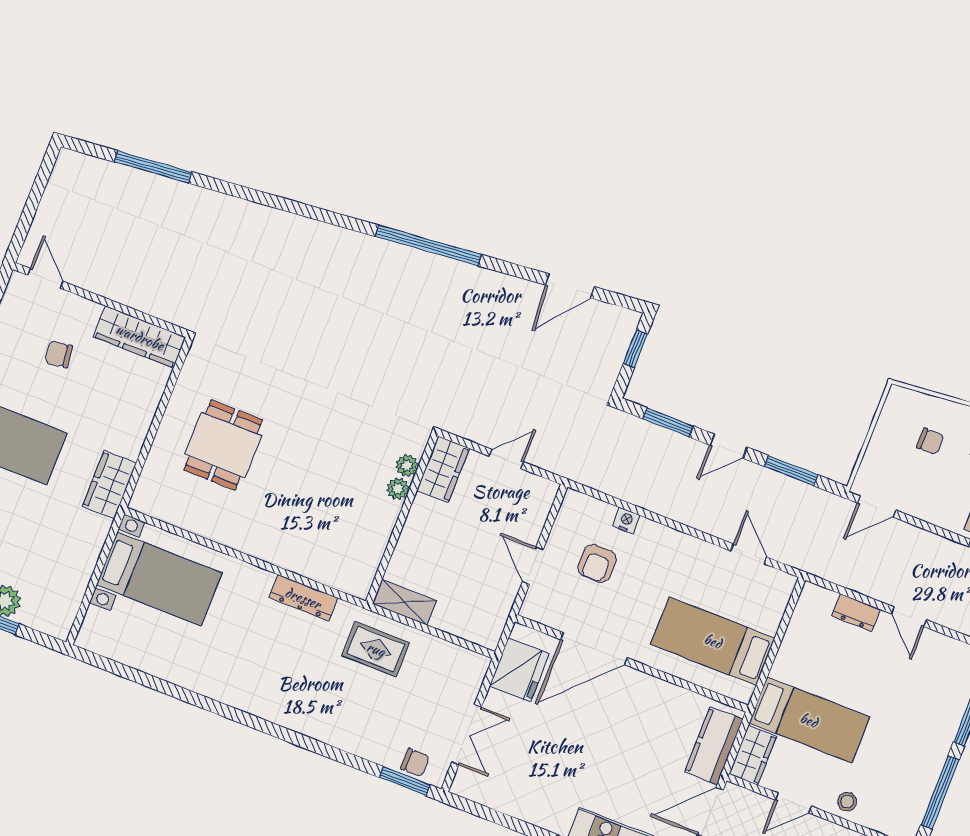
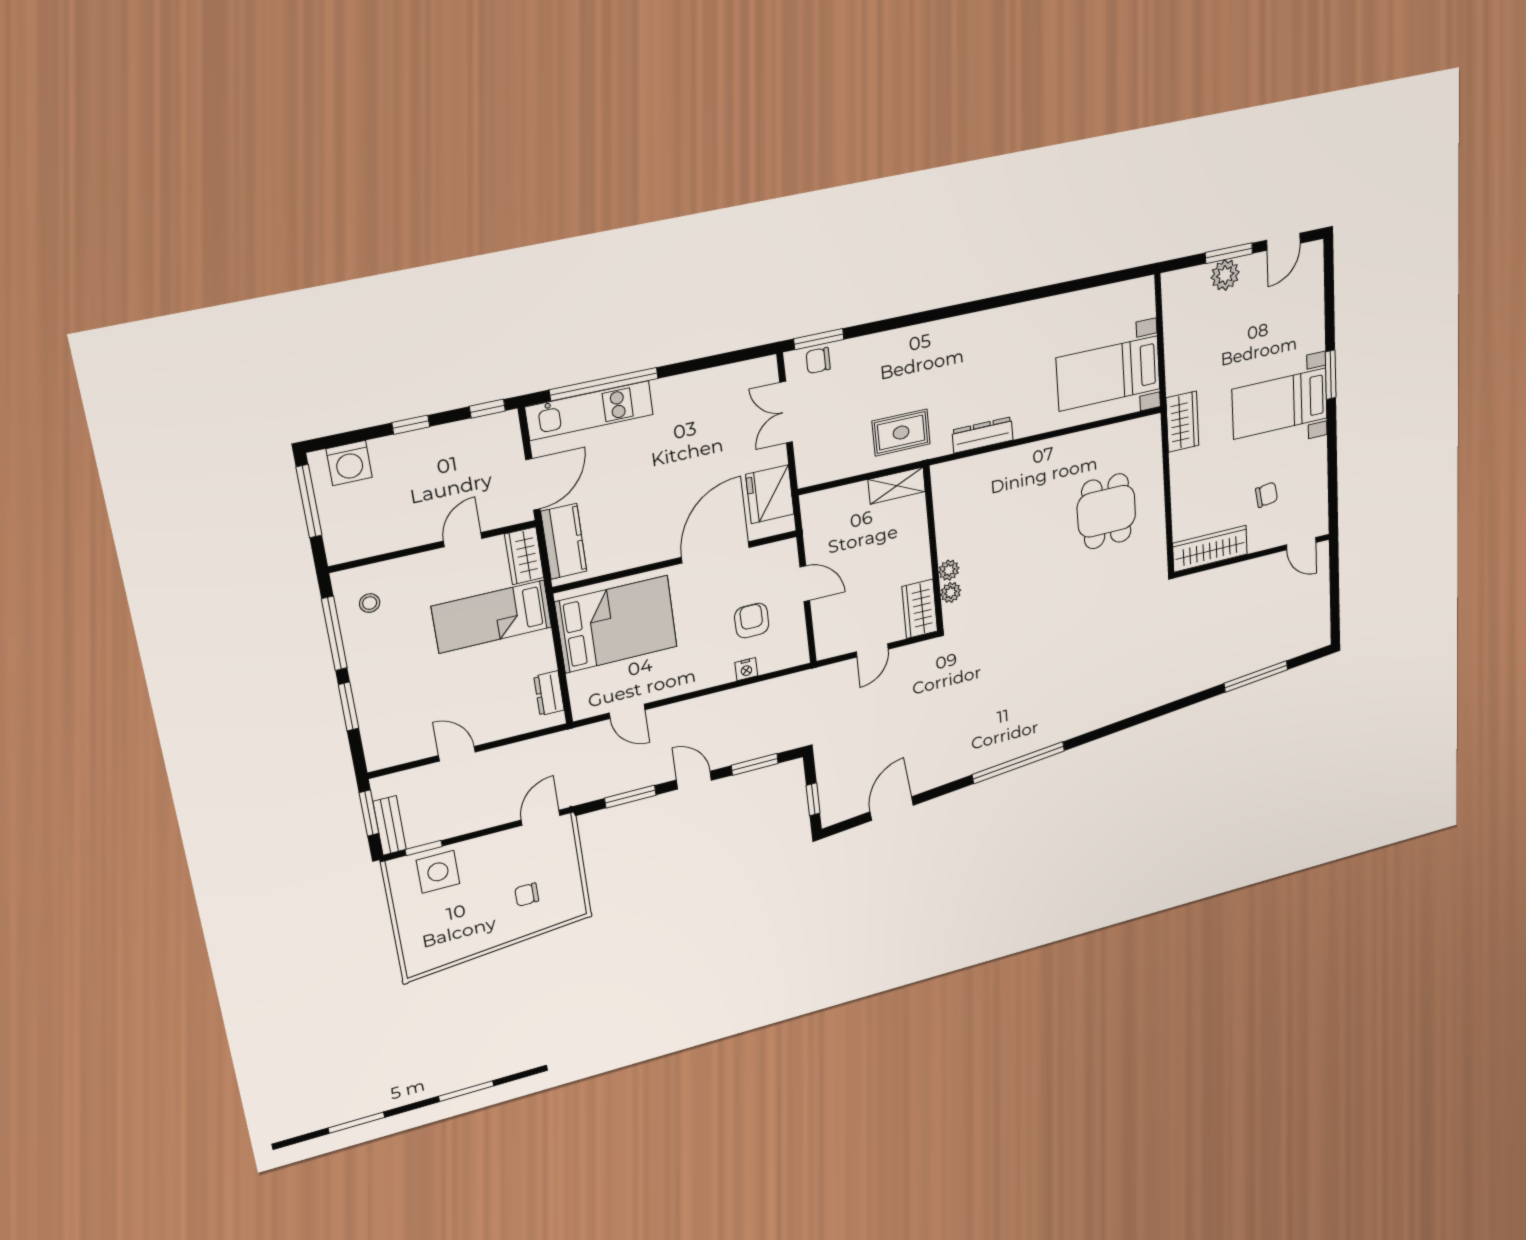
door: (729, 446) -> (694, 780), hinge flipped
dresser: (856, 613) -> (549, 693), moved, turned -90
bed: (713, 641) -> (616, 624), width x1.50
stool: (847, 802) -> (370, 603), moved

